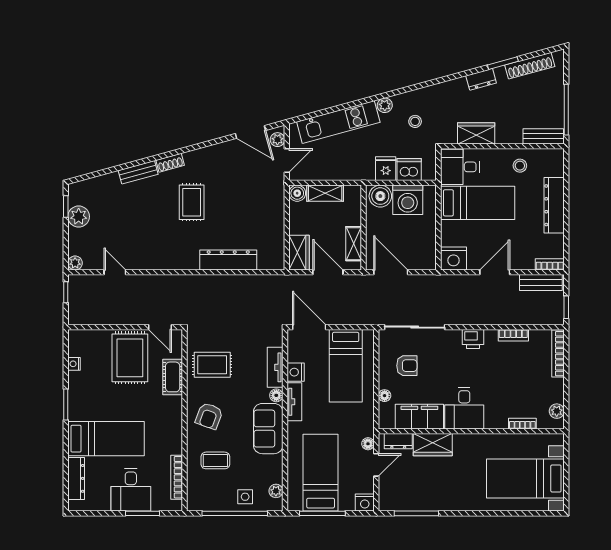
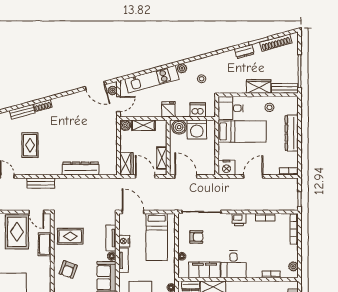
wardrobe: (476, 133) -> (259, 86), moved
fridge: (386, 169) -> (168, 109), moved
rug: (192, 202) -> (30, 145), moved
bench: (541, 283) -> (41, 183), moved

